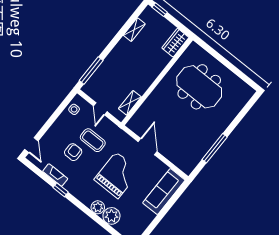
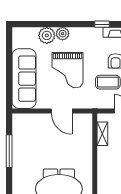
sofa: (164, 192) -> (24, 79), width x1.36, depth x1.27

